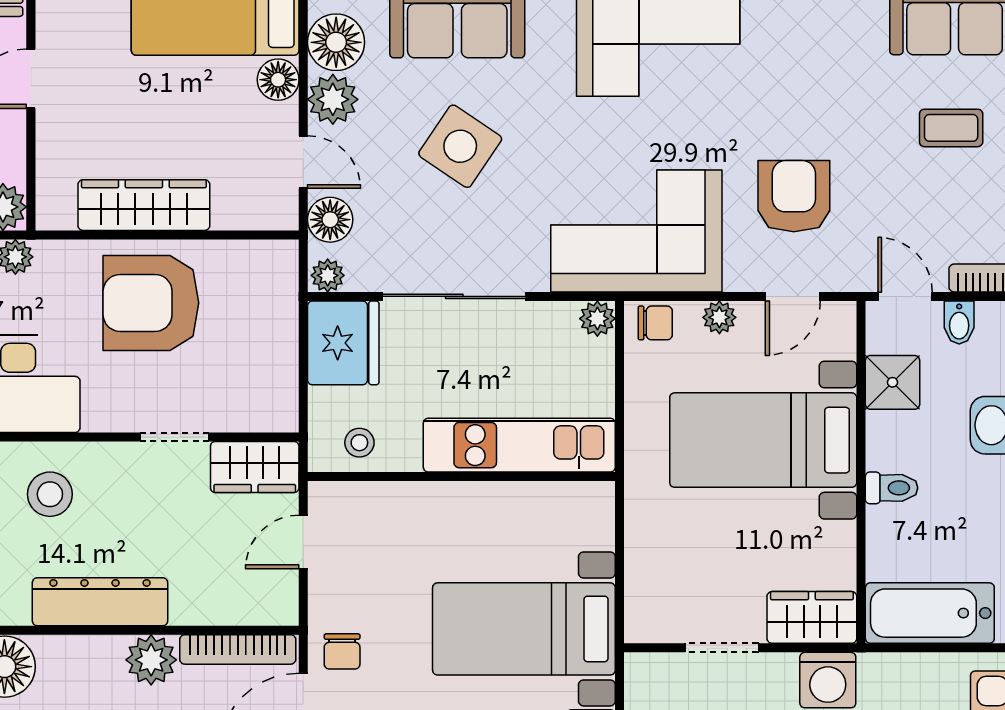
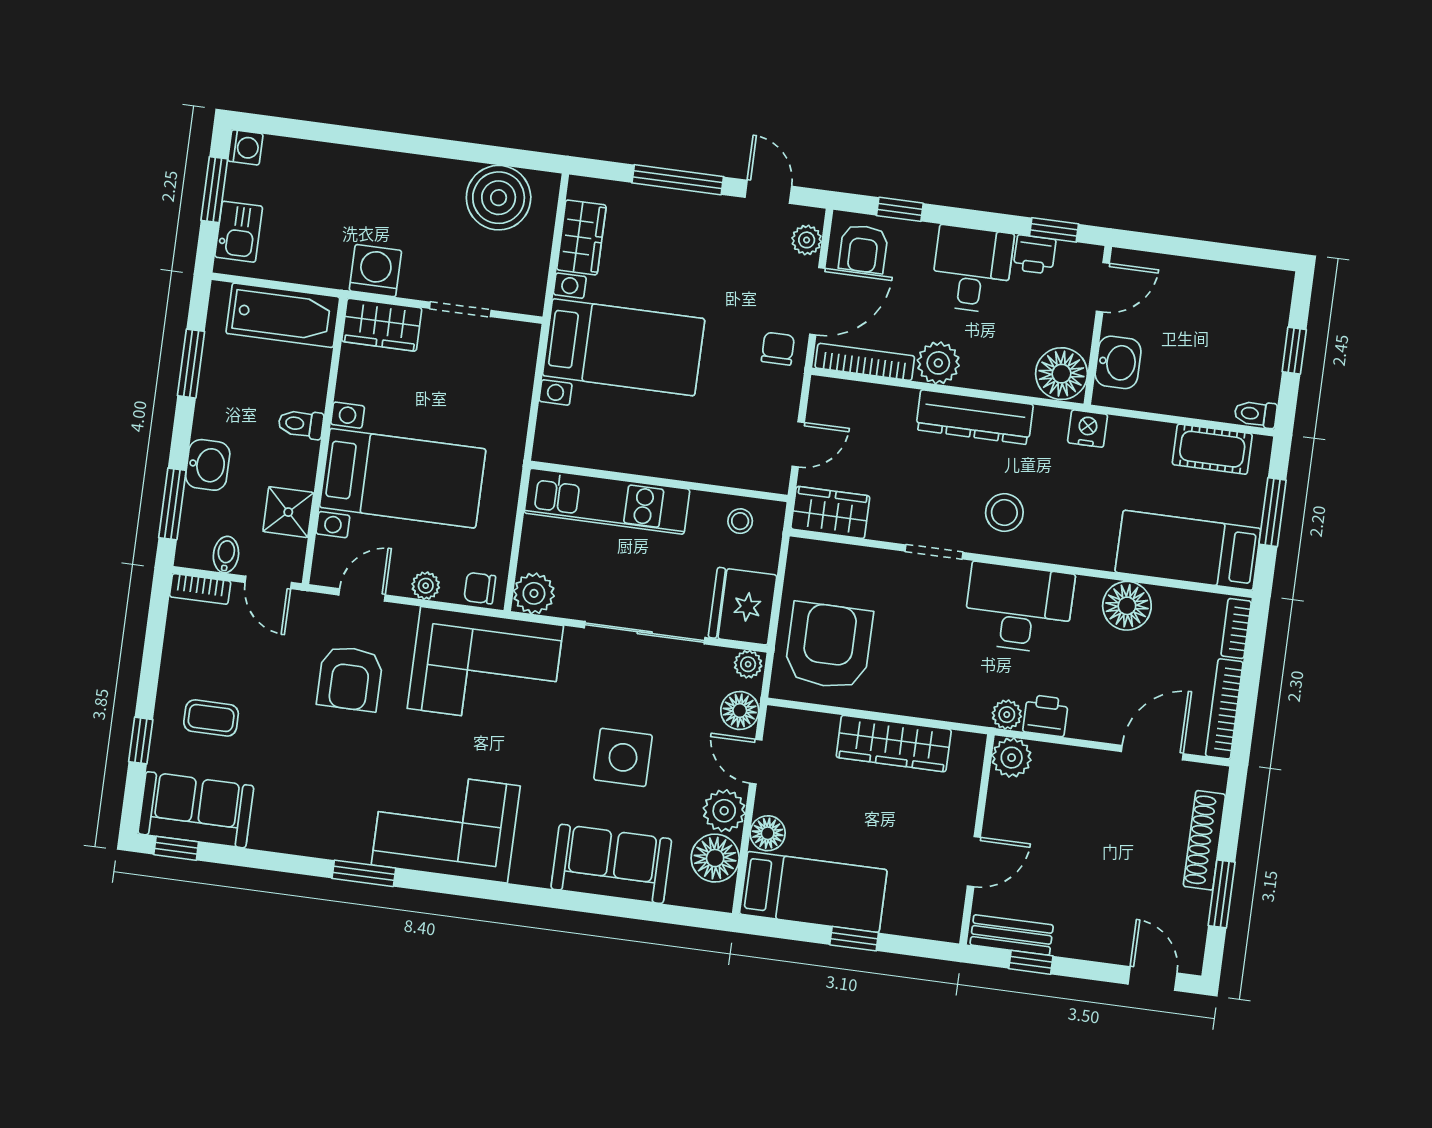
side table: (460, 146) -> (623, 757), turned -34
armchair: (151, 303) -> (829, 646), moved, turned -90
plant: (597, 319) -> (534, 593), width x1.38, depth x1.38
doorway: (175, 437) -> (934, 552), moved

